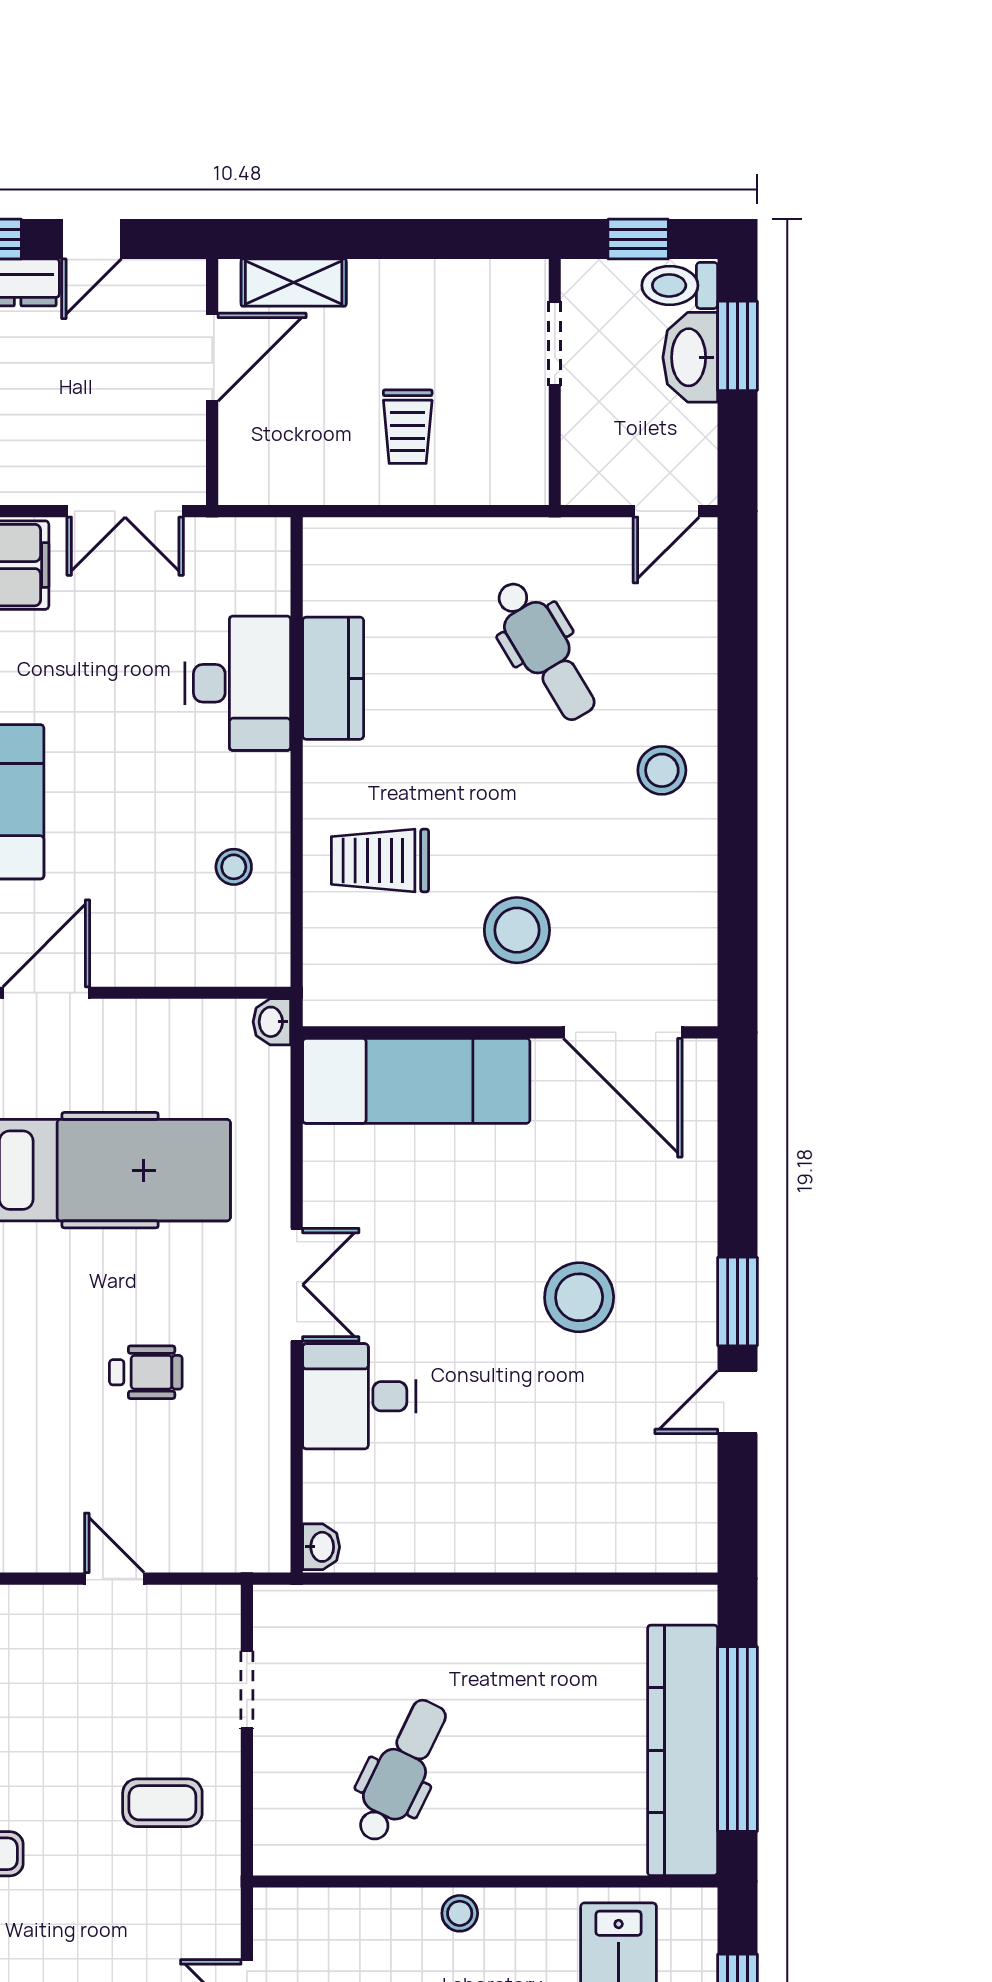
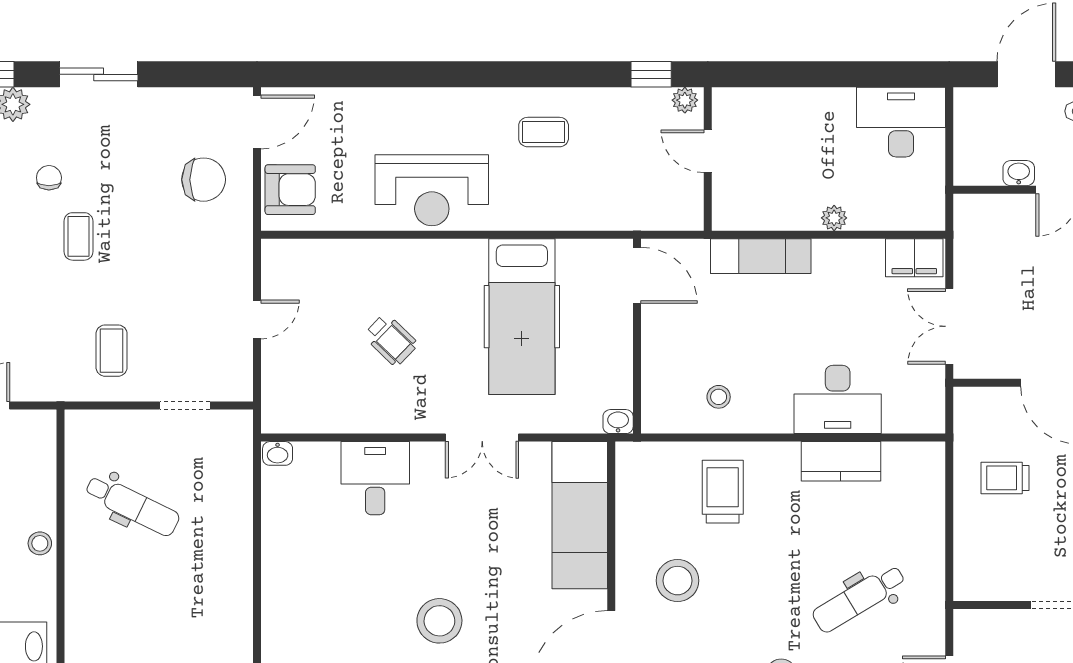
trolley: (408, 427) -> (1005, 478), moved
double door: (297, 1285) -> (482, 438), moved
wheelchair: (146, 1372) -> (391, 340), turned -46

